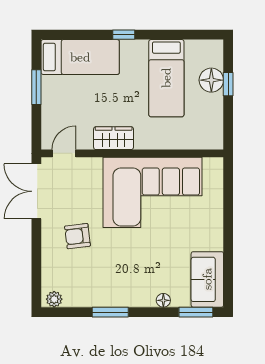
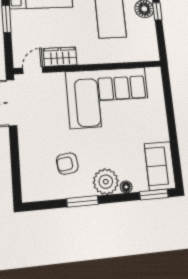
wardrobe: (114, 138) -> (60, 57), moved
armchair: (77, 236) -> (67, 164), moved
plant: (54, 299) -> (106, 182), moved, width x1.87, depth x1.87

